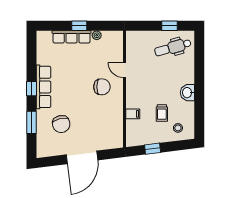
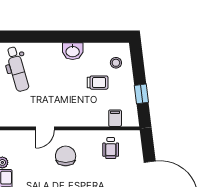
filing cabinet: (133, 114) -> (115, 118), moved
wheelchair: (108, 124) -> (111, 148), added

